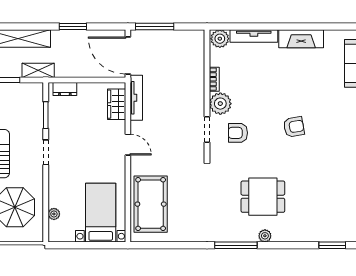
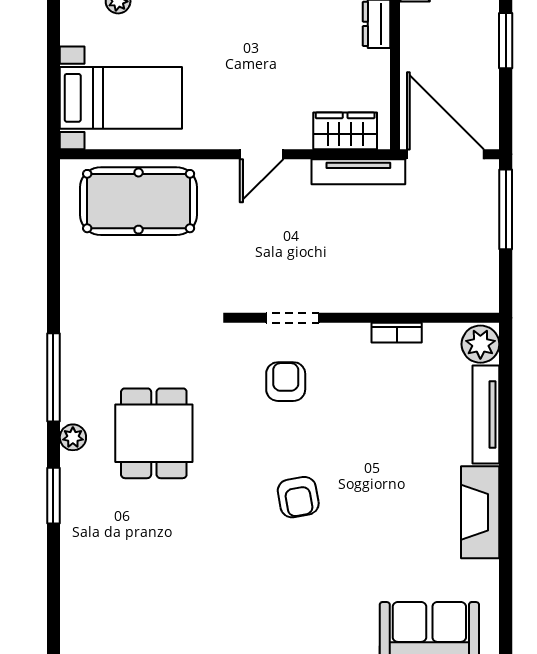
door: (128, 56) -> (445, 154), hinge flipped
plant: (220, 104) -> (346, 345), removed
window: (332, 245) -> (53, 496), moved

